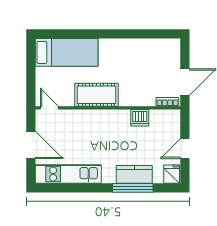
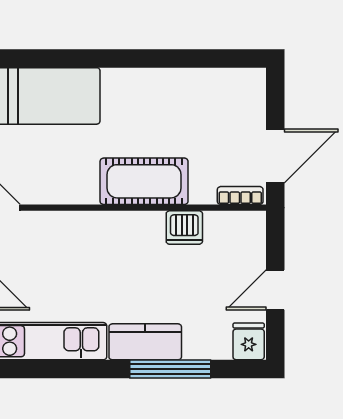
cot: (97, 95) -> (144, 181), moved
kitchen counter: (134, 174) -> (145, 342), moved

